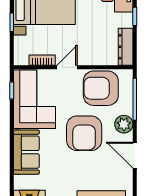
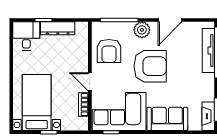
dresser: (126, 47) -> (58, 28), moved
armchair: (101, 88) -> (109, 51), width x0.73, depth x0.73

